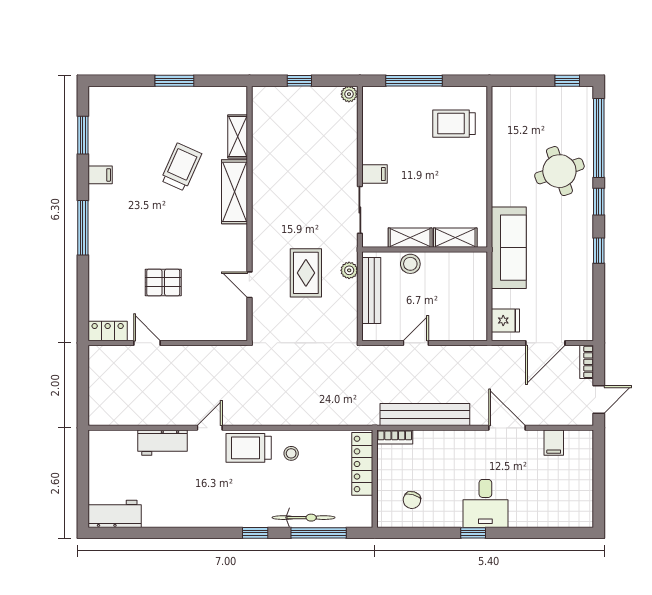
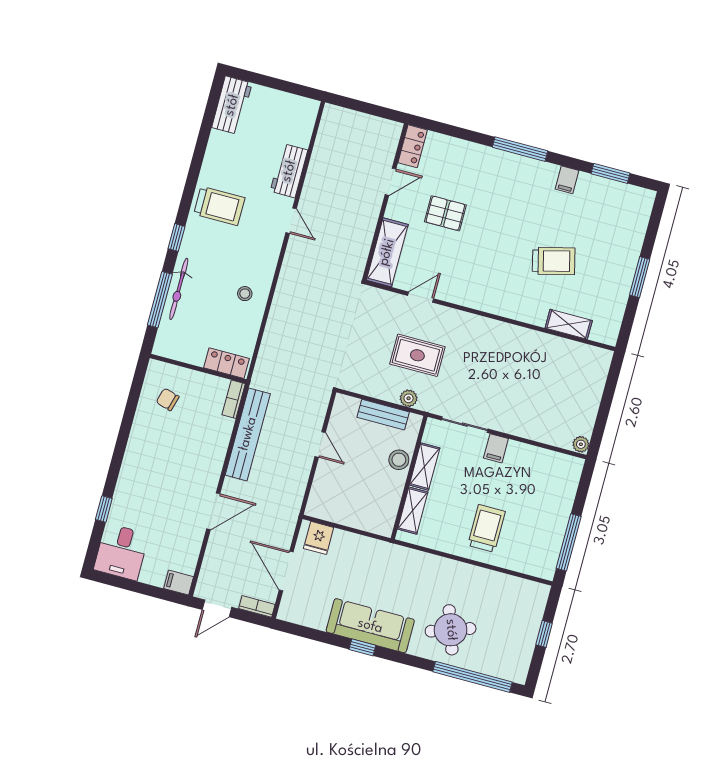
window: (299, 81) -> (607, 399), removed
window: (414, 81) -> (569, 542), moved
window: (567, 81) -> (544, 634), moved
trolley: (454, 124) -> (486, 528), moved
trolley: (181, 167) -> (554, 261), turned -38
shelving: (235, 192) -> (387, 252), moved, turned 90
window: (599, 202) -> (410, 660), removed
sofa: (509, 248) -> (370, 626), moved, turned 180
pallet: (163, 282) -> (445, 213), turned 90
bench: (371, 290) -> (383, 415), width x0.73
door: (599, 399) -> (217, 608), hinge flipped
filing cabinet: (554, 443) -> (179, 583), moved
trolley: (249, 448) -> (219, 206), moved, turned 90
locker: (362, 464) -> (226, 363), width x0.66
desk: (485, 503) -> (121, 552), moved, turned -90
window: (473, 533) -> (104, 509), moved

